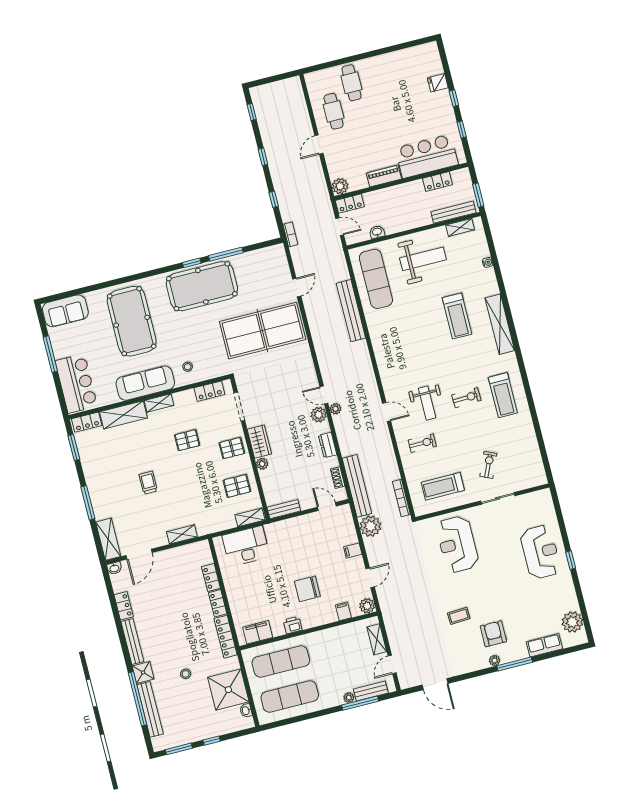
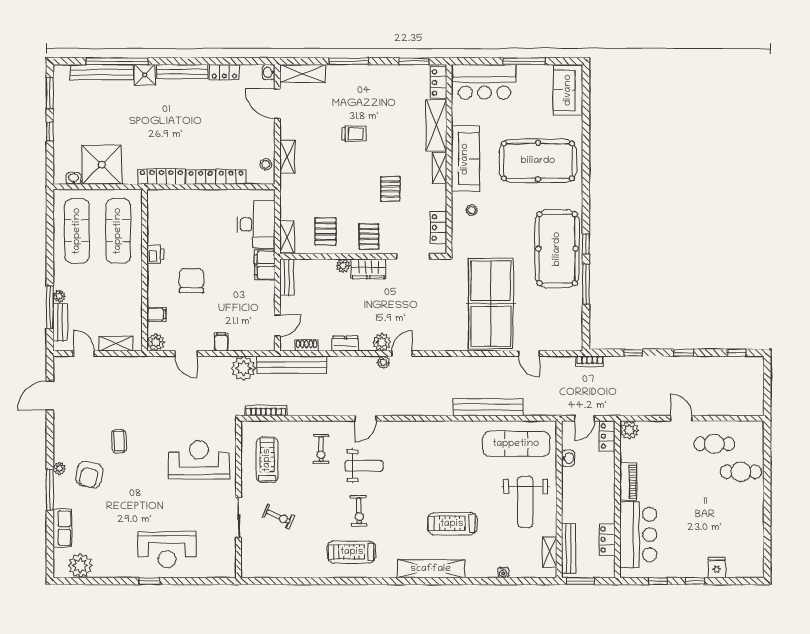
weight bench: (427, 403) -> (364, 466), turned 180
filing cabinet: (258, 632) -> (265, 265), moved, turned 180
armchair: (493, 634) -> (89, 475), turned 103
stool: (186, 674) -> (266, 164), moved

